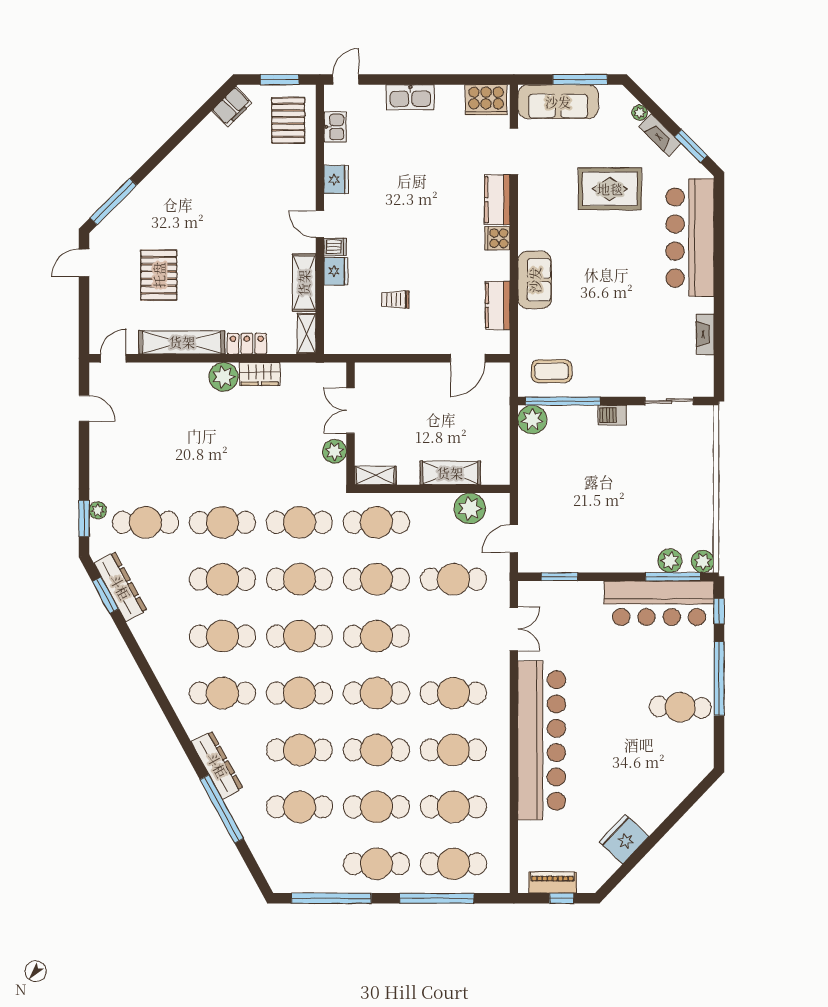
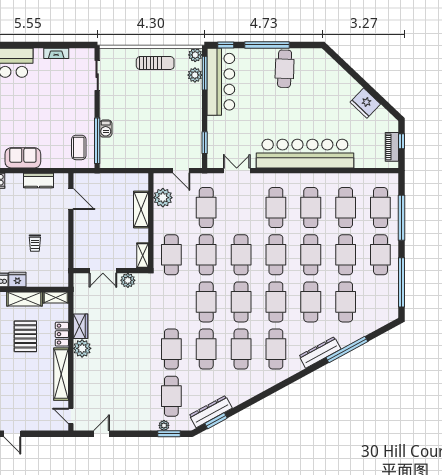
pallet: (159, 275) -> (25, 336), moved, turned 90
barbecue: (612, 415) -> (106, 129), moved
plant: (532, 420) -> (108, 159), removed
sun lounger: (689, 496) -> (155, 63), added
cafe table: (299, 522) -> (171, 302), removed

